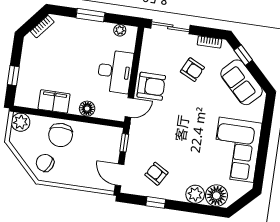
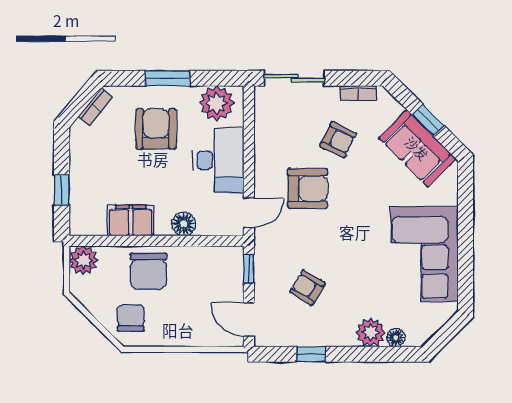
plant: (120, 30) -> (217, 103), width x1.88, depth x1.88
armchair: (78, 46) -> (156, 129), added
window: (243, 55) -> (428, 120), moved
armchair: (151, 86) -> (308, 188), moved
chair: (45, 163) -> (131, 318), turned 65
armchair: (156, 174) -> (307, 288), moved
floor lamp: (216, 196) -> (396, 338), width x0.53, depth x0.53

